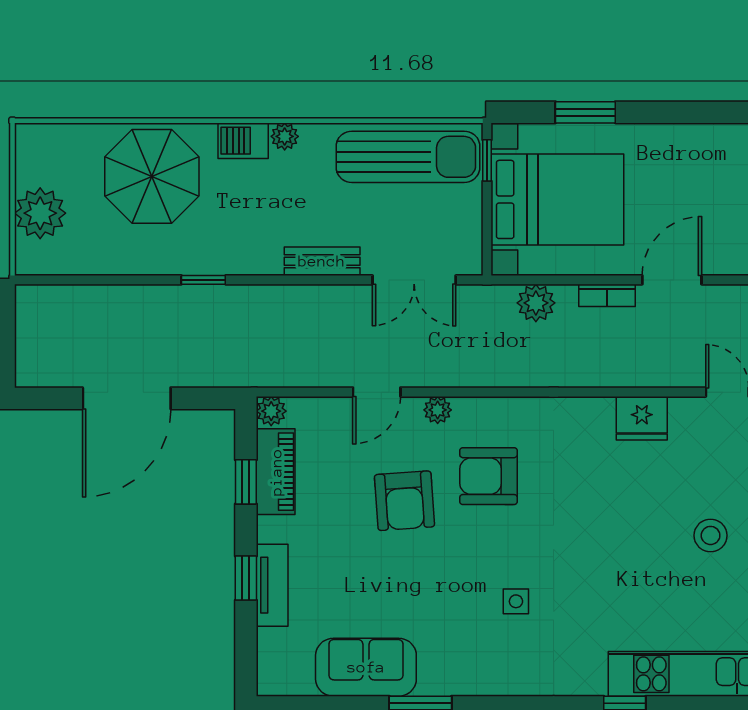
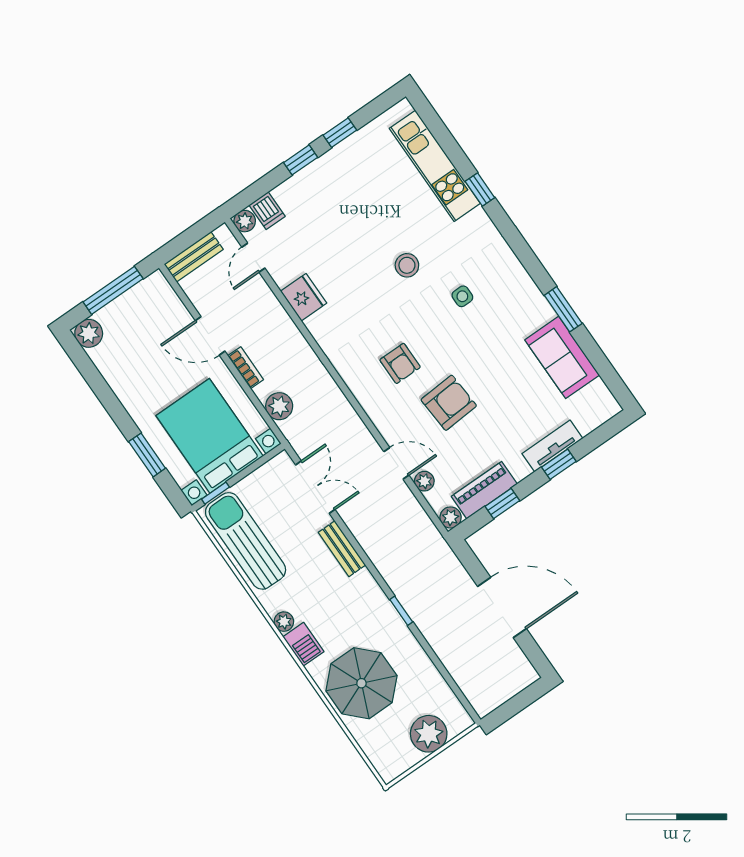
plant: (438, 410) -> (424, 481), moved
armchair: (488, 476) -> (400, 363), width x0.72, depth x0.72
stool: (711, 535) -> (407, 265), moved

